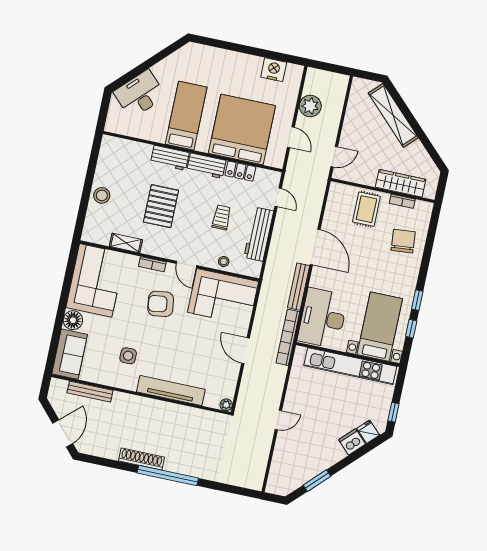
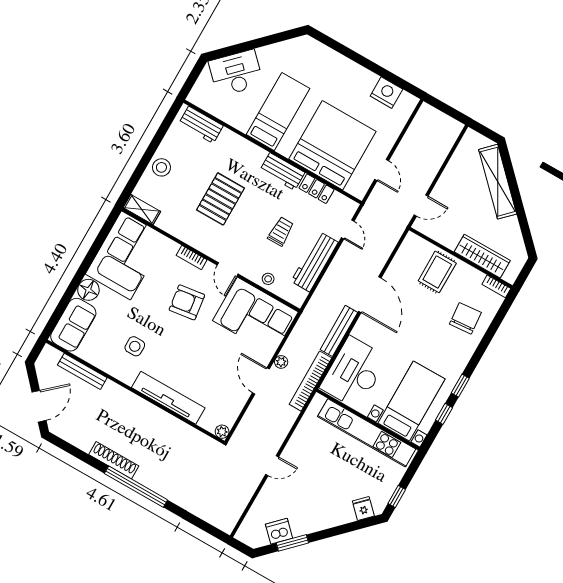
plant: (310, 106) -> (281, 362), moved, width x0.53, depth x0.53
workbench: (170, 158) -> (201, 125), moved
bookcase: (402, 201) -> (496, 286), moved
shelving: (126, 243) -> (142, 210), moved
dishwasher: (352, 442) -> (279, 531), moved

